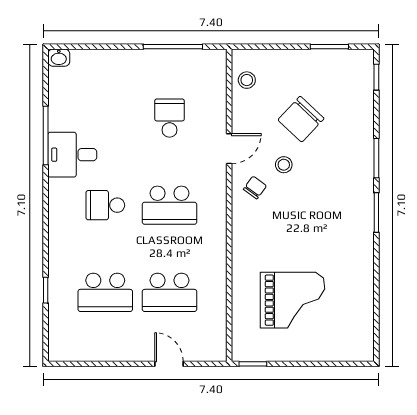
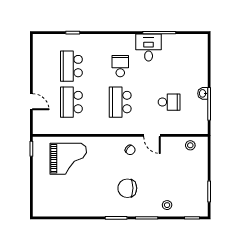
washbasin: (59, 58) -> (203, 93), moved
chair: (301, 119) -> (127, 188), moved, turned -43
stool: (284, 165) -> (167, 205), moved
grand piano: (293, 300) -> (68, 159), moved, turned -90
door: (169, 364) -> (31, 102), hinge flipped

